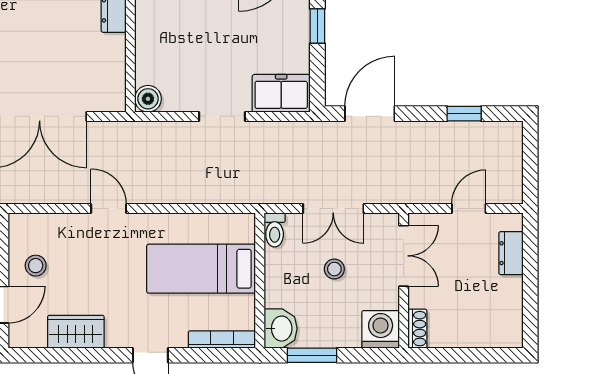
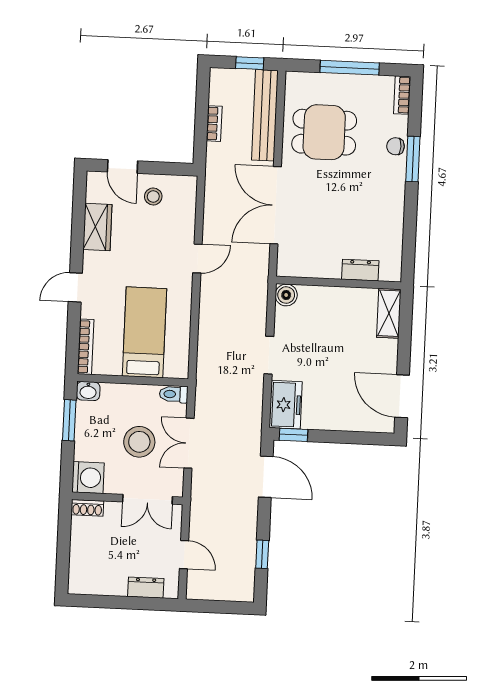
window: (317, 26) -> (294, 435), moved
stool: (334, 269) -> (139, 442), width x1.89, depth x1.89
washbasin: (281, 329) -> (88, 391), width x0.72, depth x0.69

